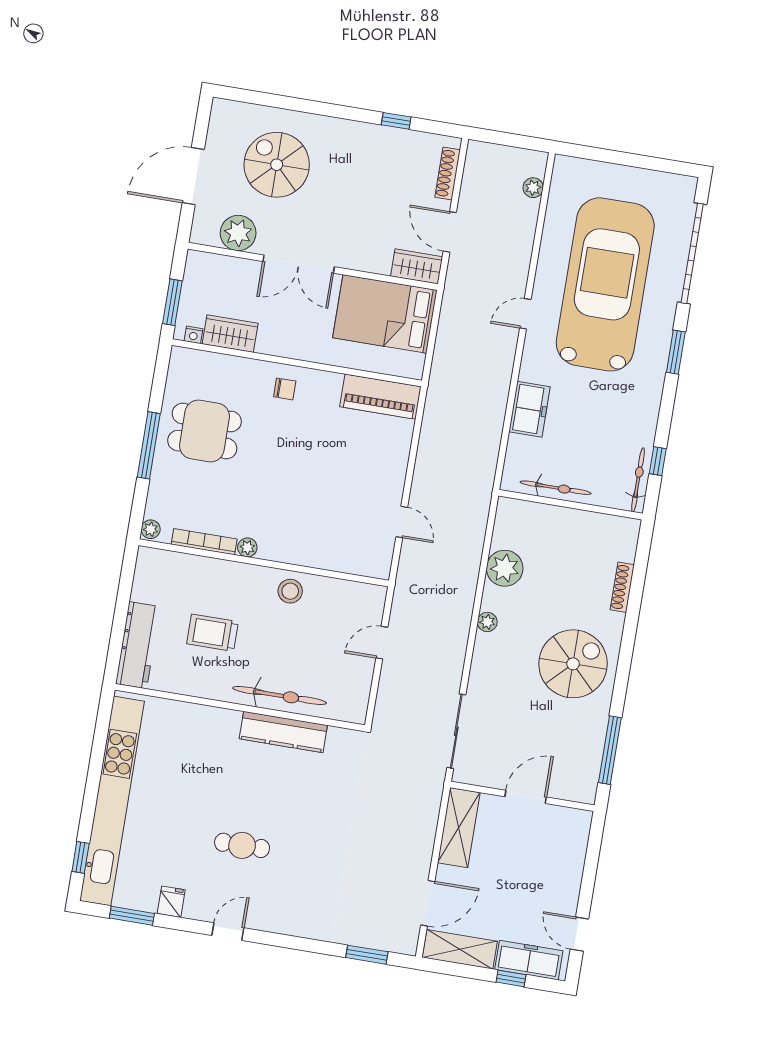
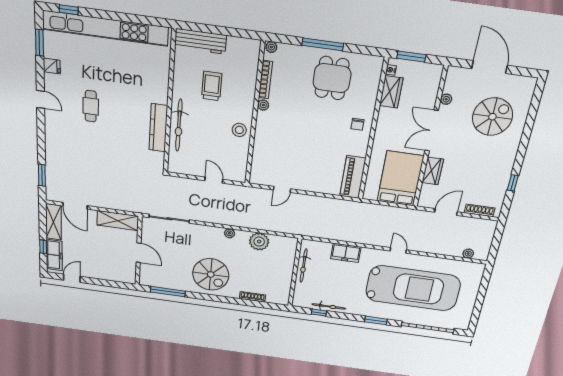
plant: (238, 233) -> (446, 99), width x0.53, depth x0.53
wardrobe: (417, 266) -> (433, 171), moved
bicycle: (638, 480) -> (329, 306), moved

